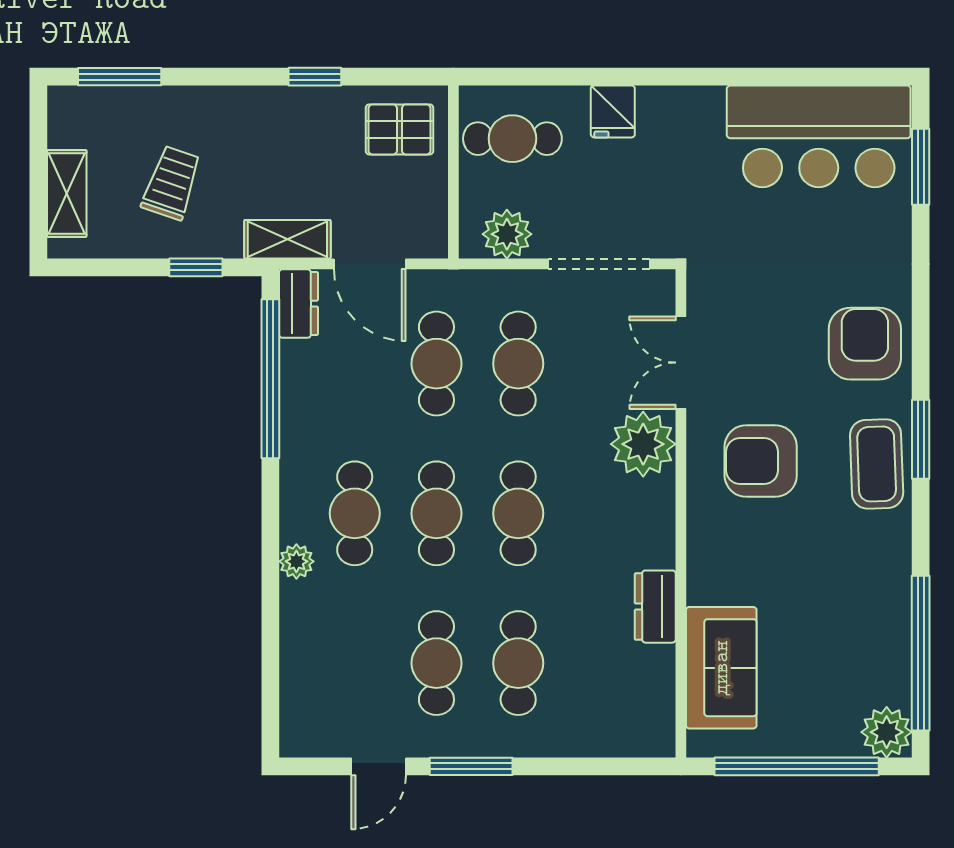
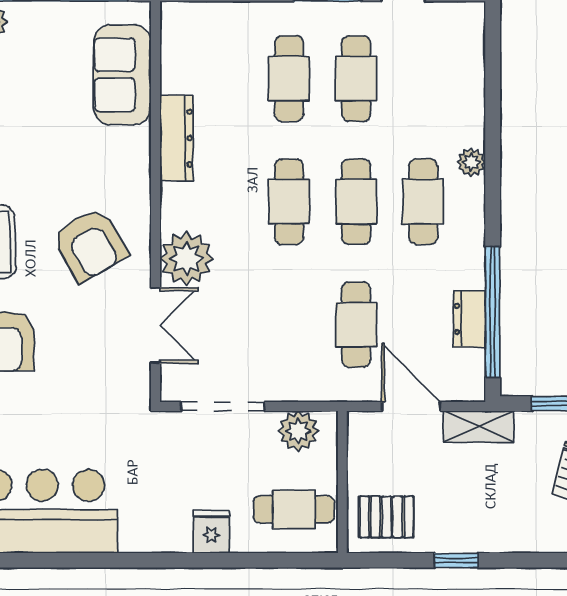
dresser: (298, 304) -> (469, 319), moved
cafe table: (518, 364) -> (289, 325), removed
armchair: (761, 461) -> (90, 245), turned 60
dresser: (655, 607) -> (176, 138), width x1.44

